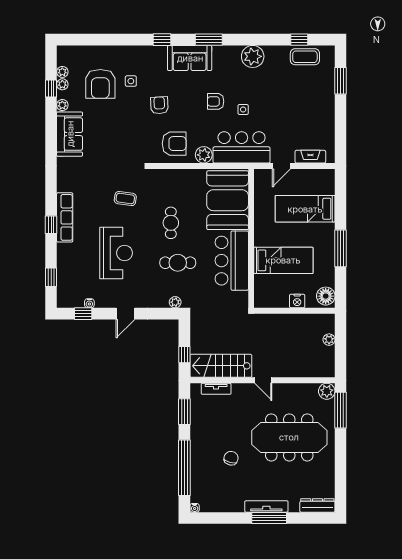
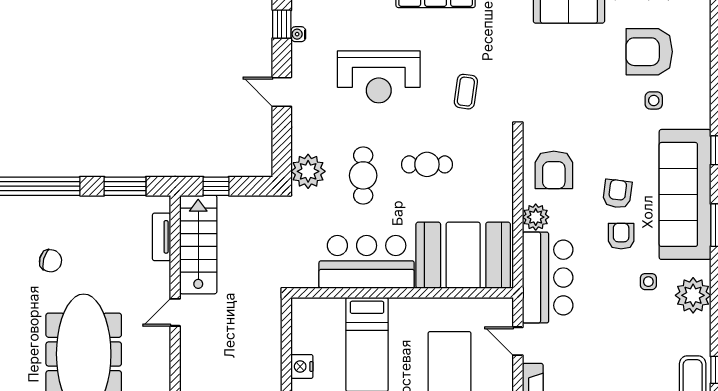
sofa: (190, 58) -> (685, 194), width x1.85, depth x1.27
armchair: (159, 105) -> (617, 194), moved, turned -80
side table: (243, 110) -> (648, 282), moved
plant: (175, 302) -> (308, 171), width x1.87, depth x1.87

